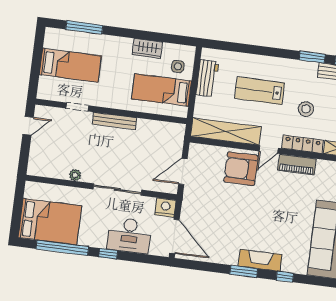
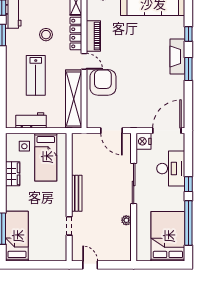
bed: (70, 65) -> (17, 236), moved
armchair: (241, 169) -> (103, 82), turned 180

